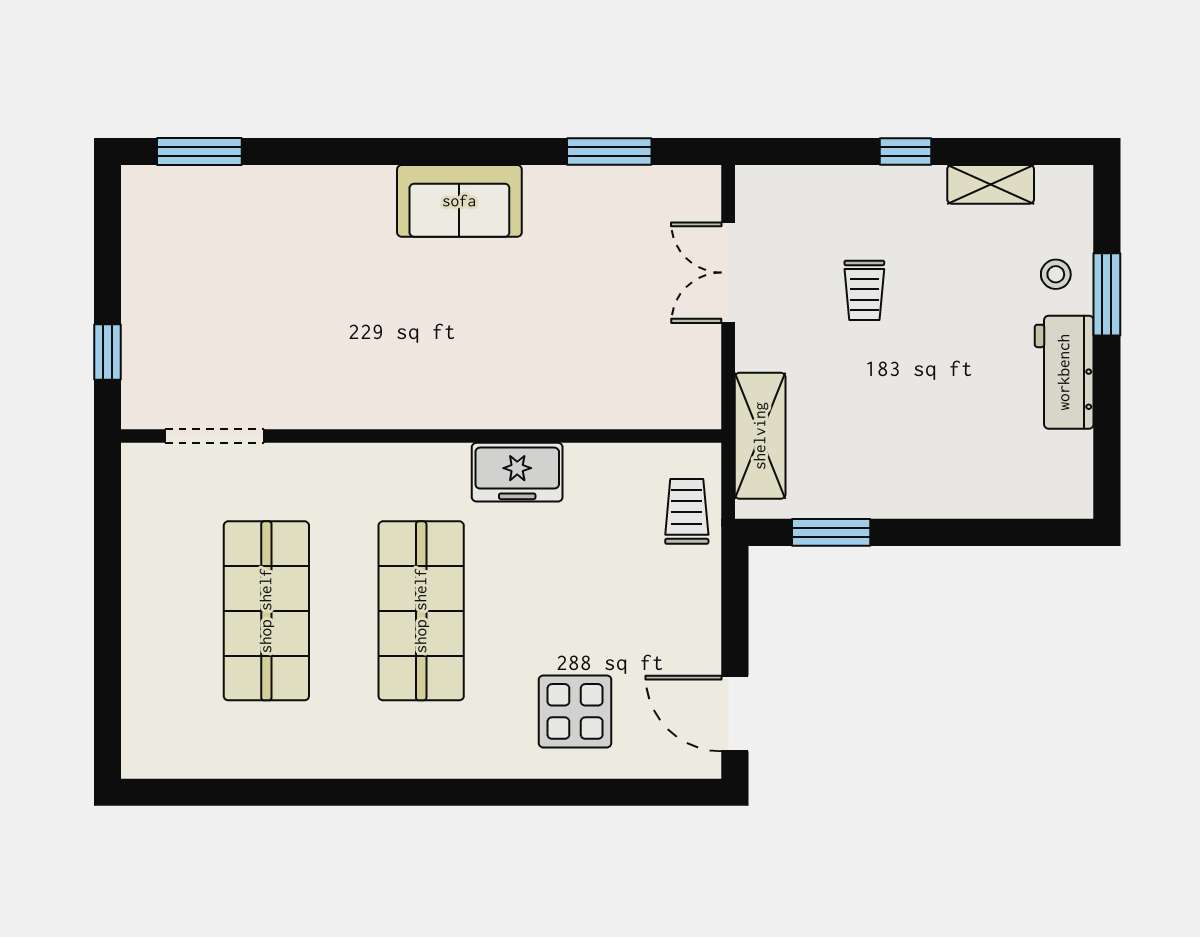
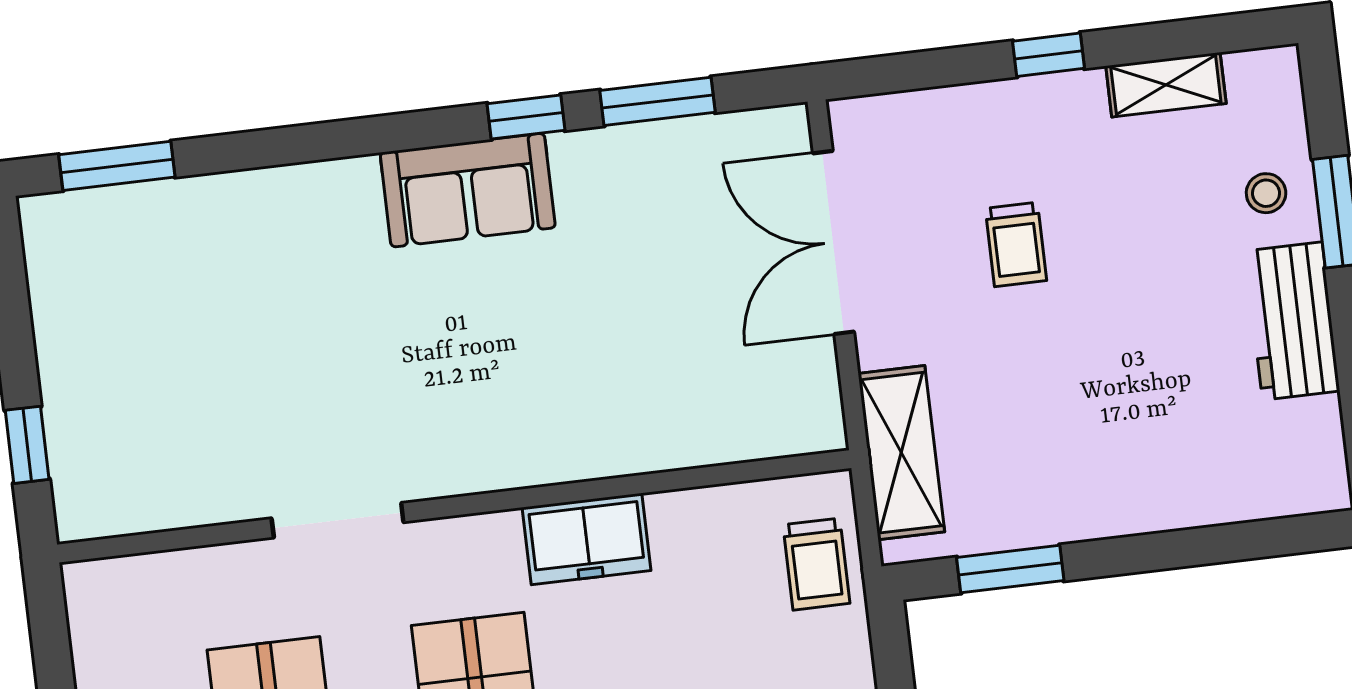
window: (510, 151) -> (526, 117), added
double door: (728, 273) -> (833, 243), width x1.37
doorway: (214, 436) -> (338, 520), moved
trolley: (687, 511) -> (816, 564), turned 180

